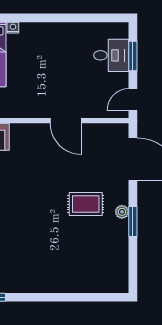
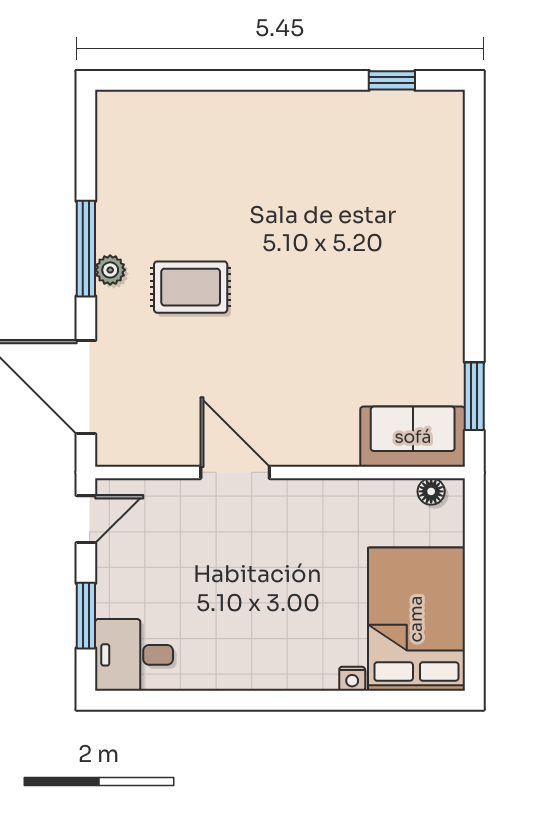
desk: (111, 55) -> (134, 655), moved
window: (133, 221) -> (86, 249), width x1.44

